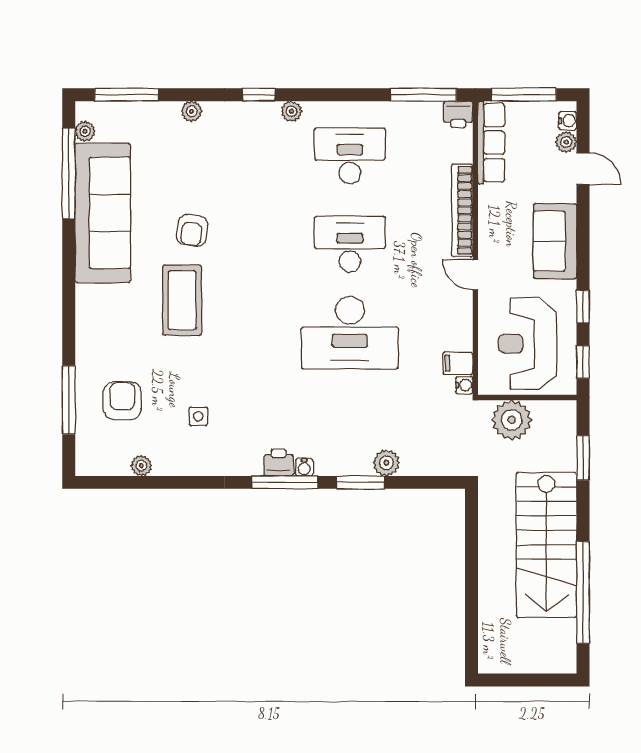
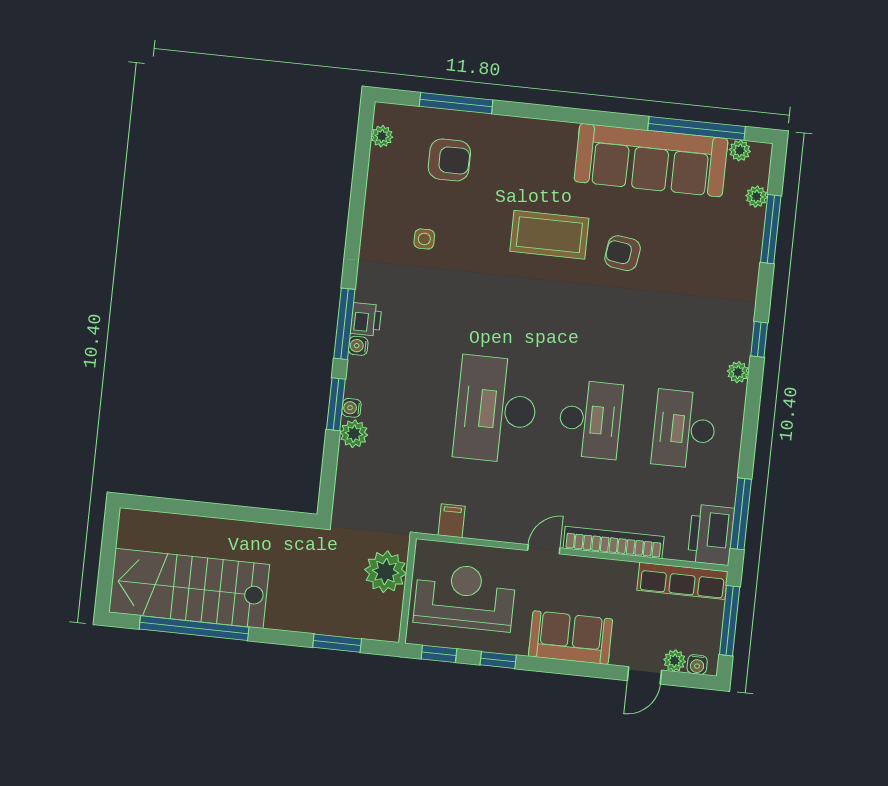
window: (127, 95) -> (771, 229), moved
plant: (191, 111) -> (756, 196), moved
printer: (458, 114) -> (711, 535), width x1.87, depth x1.48
desk: (350, 156) -> (684, 429), turned 180
water cooler: (464, 385) -> (352, 408), moved, turned 90
plant: (141, 466) -> (382, 136), moved
stairs: (546, 545) -> (189, 588), moved

